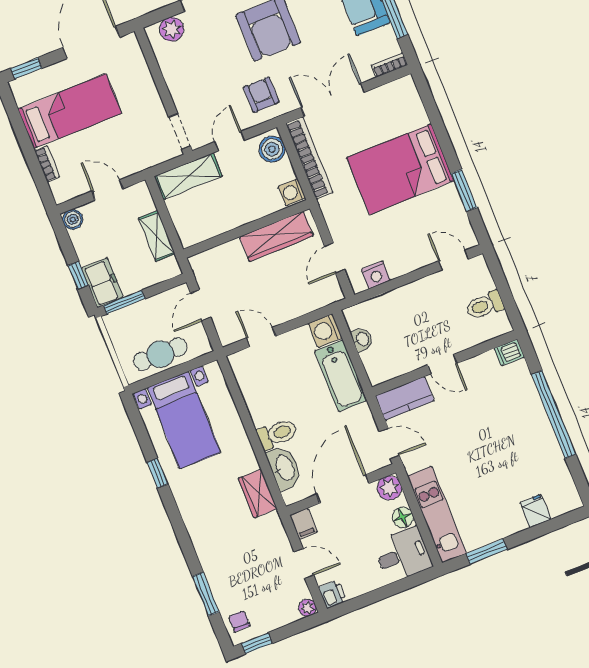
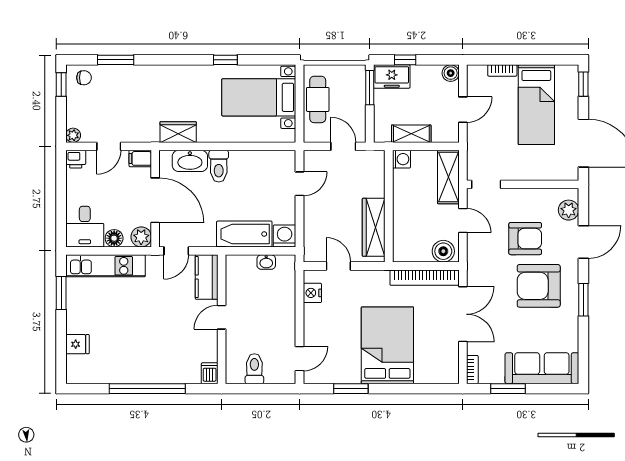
armchair: (261, 95) -> (525, 239), moved, width x1.38, depth x1.38
washing machine: (292, 192) -> (402, 159), moved, turned 90

